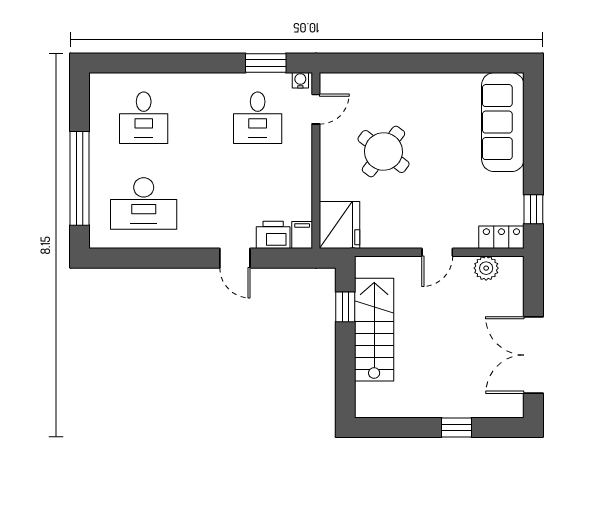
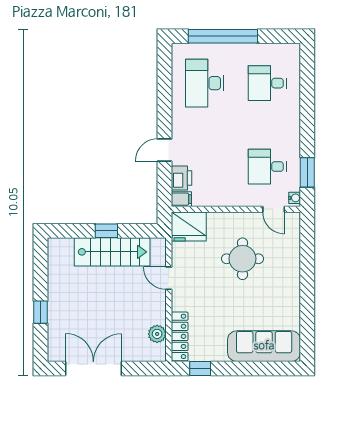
round table: (383, 152) -> (242, 259), turned -37
locker: (501, 237) -> (180, 336), width x1.53
door: (437, 252) -> (169, 278), moved
window: (345, 307) -> (106, 231), moved

